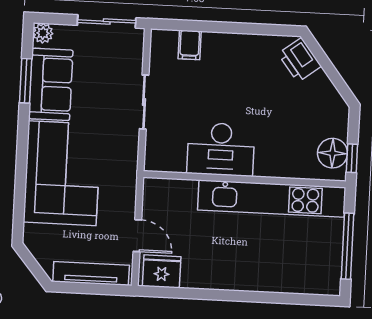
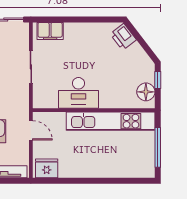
filing cabinet: (190, 45) -> (50, 31), width x2.00
window: (352, 158) -> (158, 80), moved
door: (137, 236) -> (31, 130), moved

